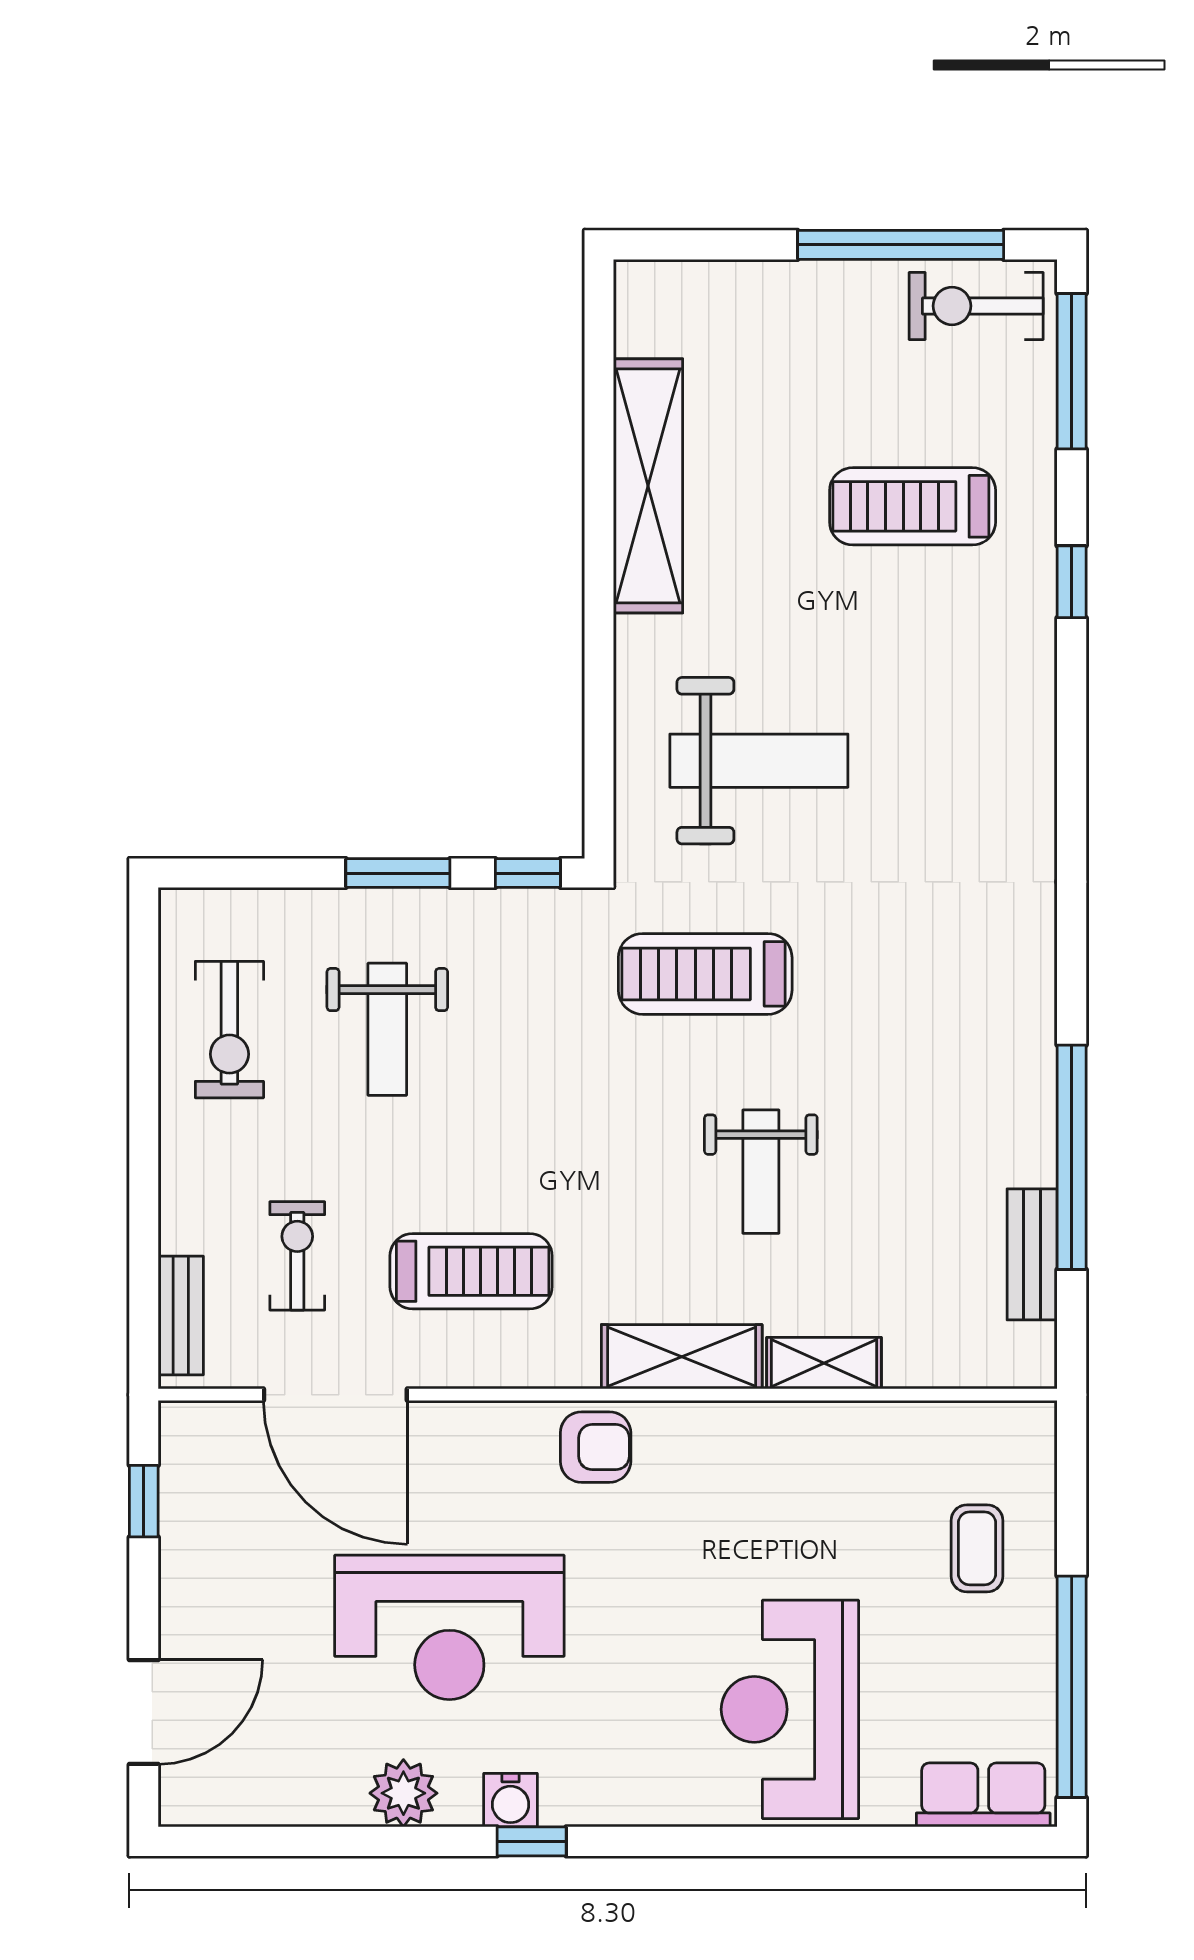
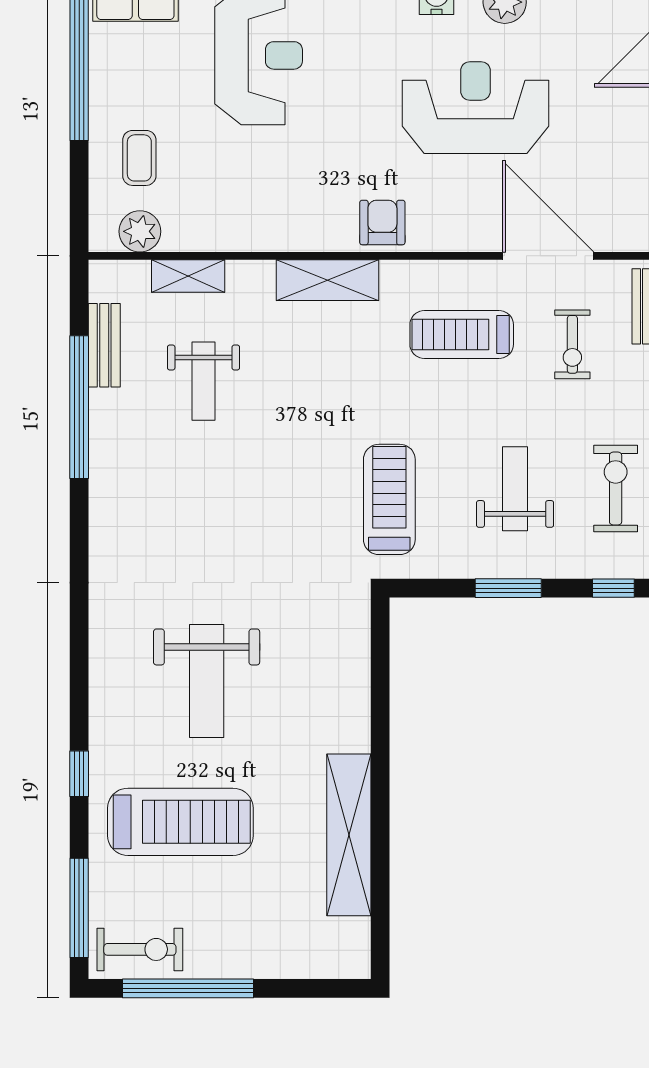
treadmill: (913, 506) -> (180, 822), width x1.37, depth x1.38
weight bench: (759, 761) -> (207, 681), moved, turned -90
window: (528, 873) -> (613, 588), moved
treadmill: (705, 974) -> (389, 499), moved, turned -90
weight bench: (761, 1172) -> (203, 381), moved, turned 180
shelving: (824, 1363) -> (188, 276), moved
plant: (976, 1433) -> (140, 231), added
armchair: (596, 1447) -> (382, 223), turned 90

